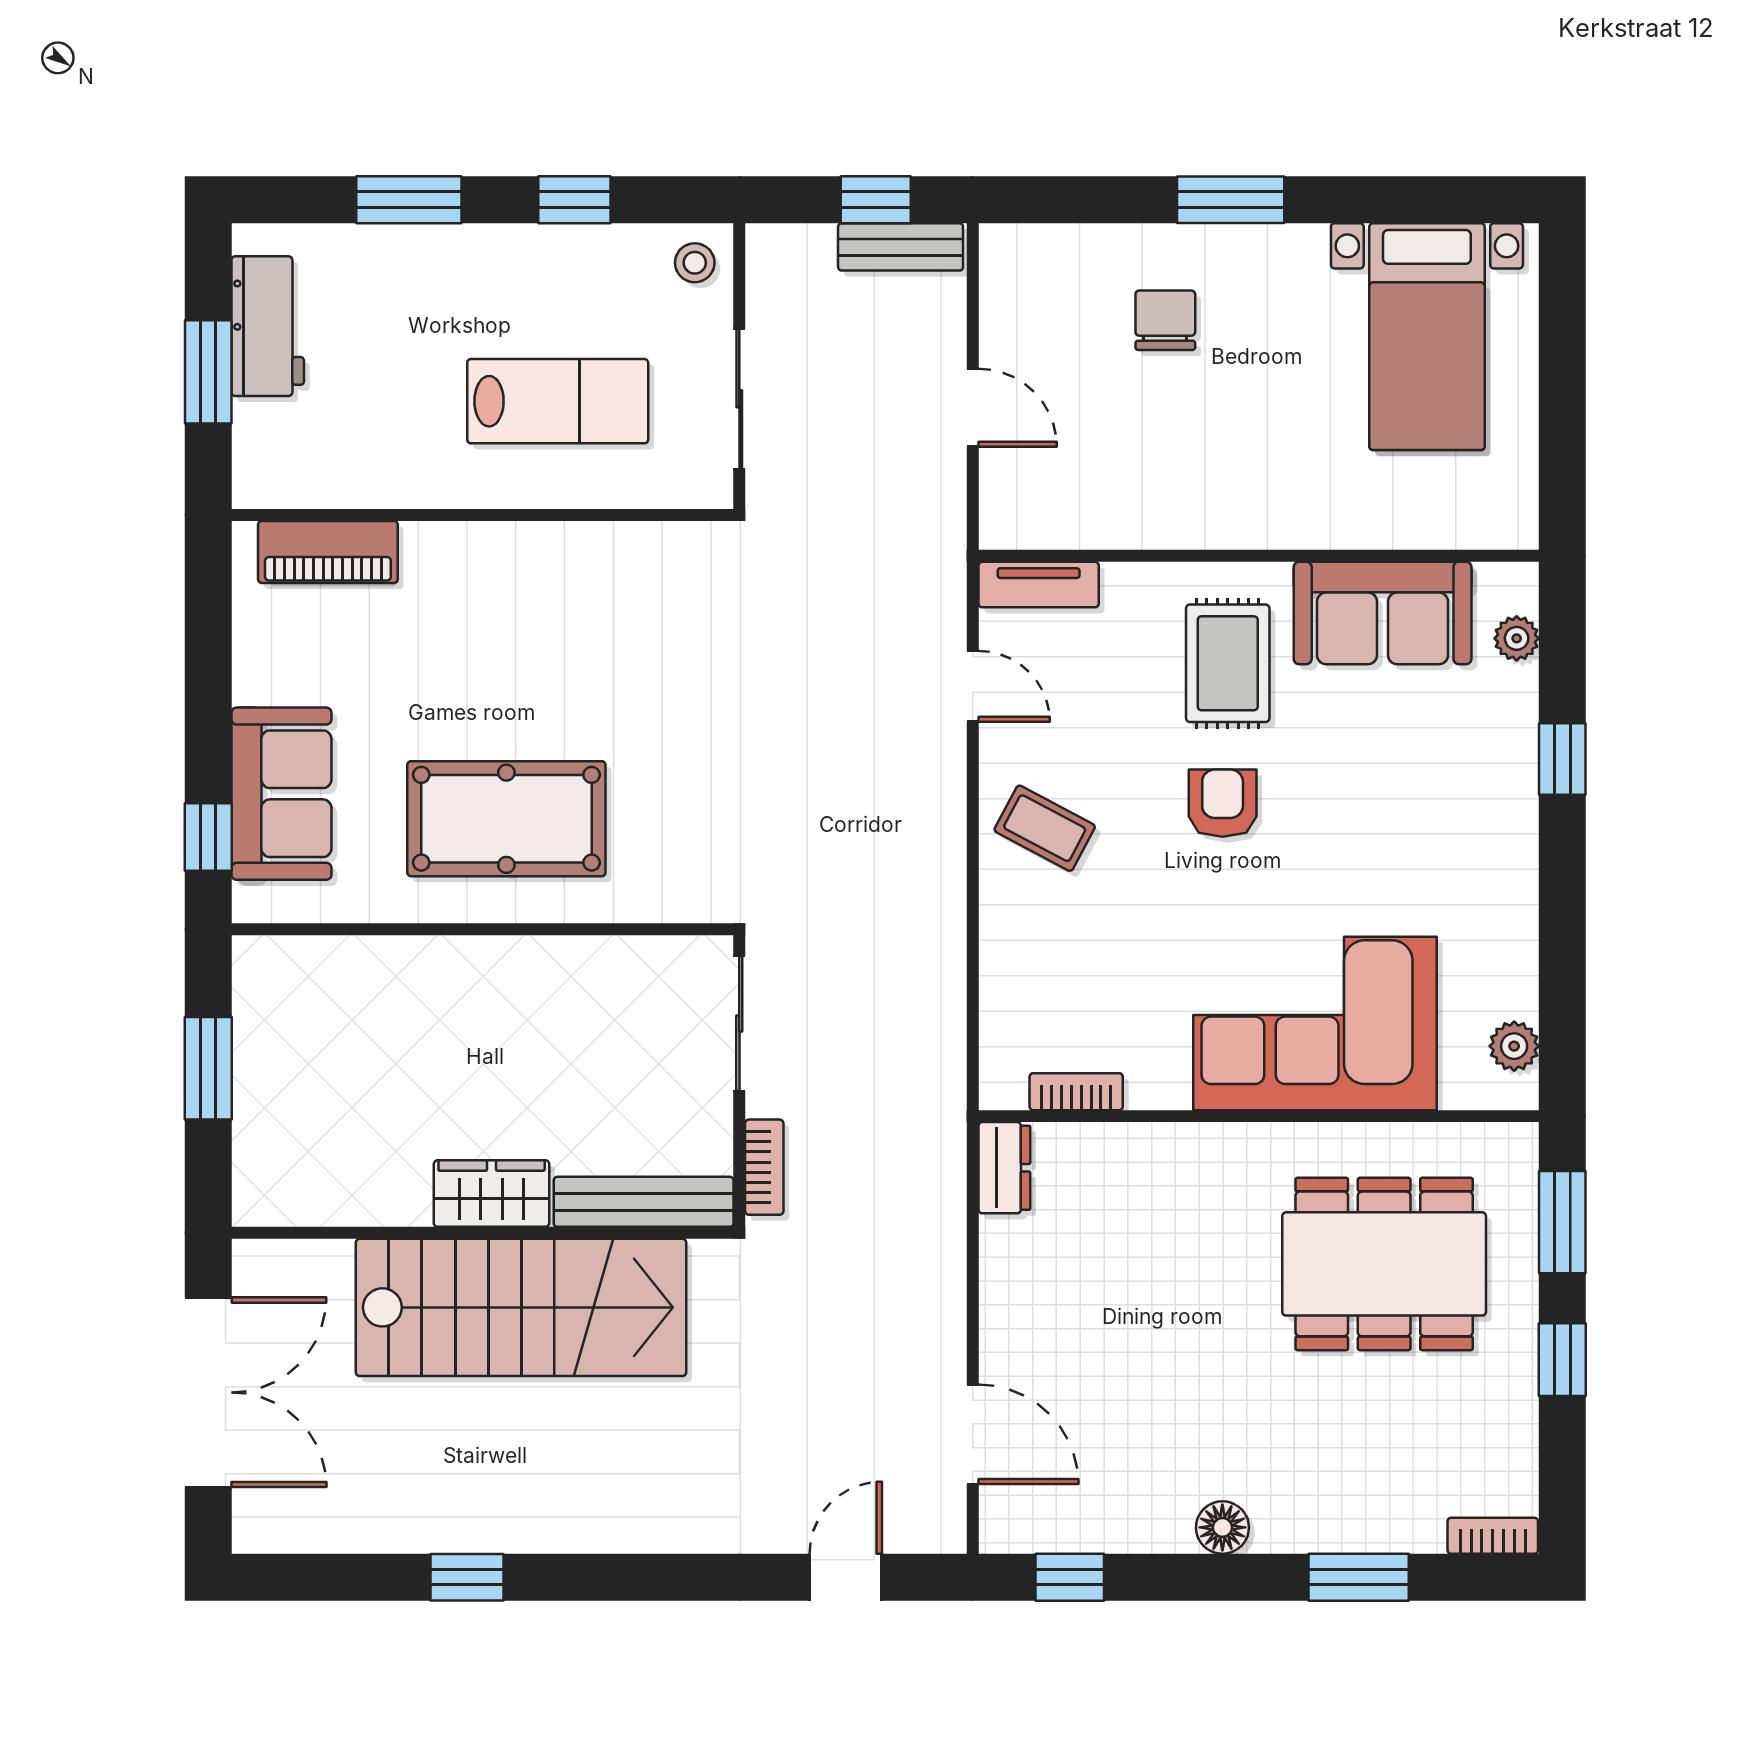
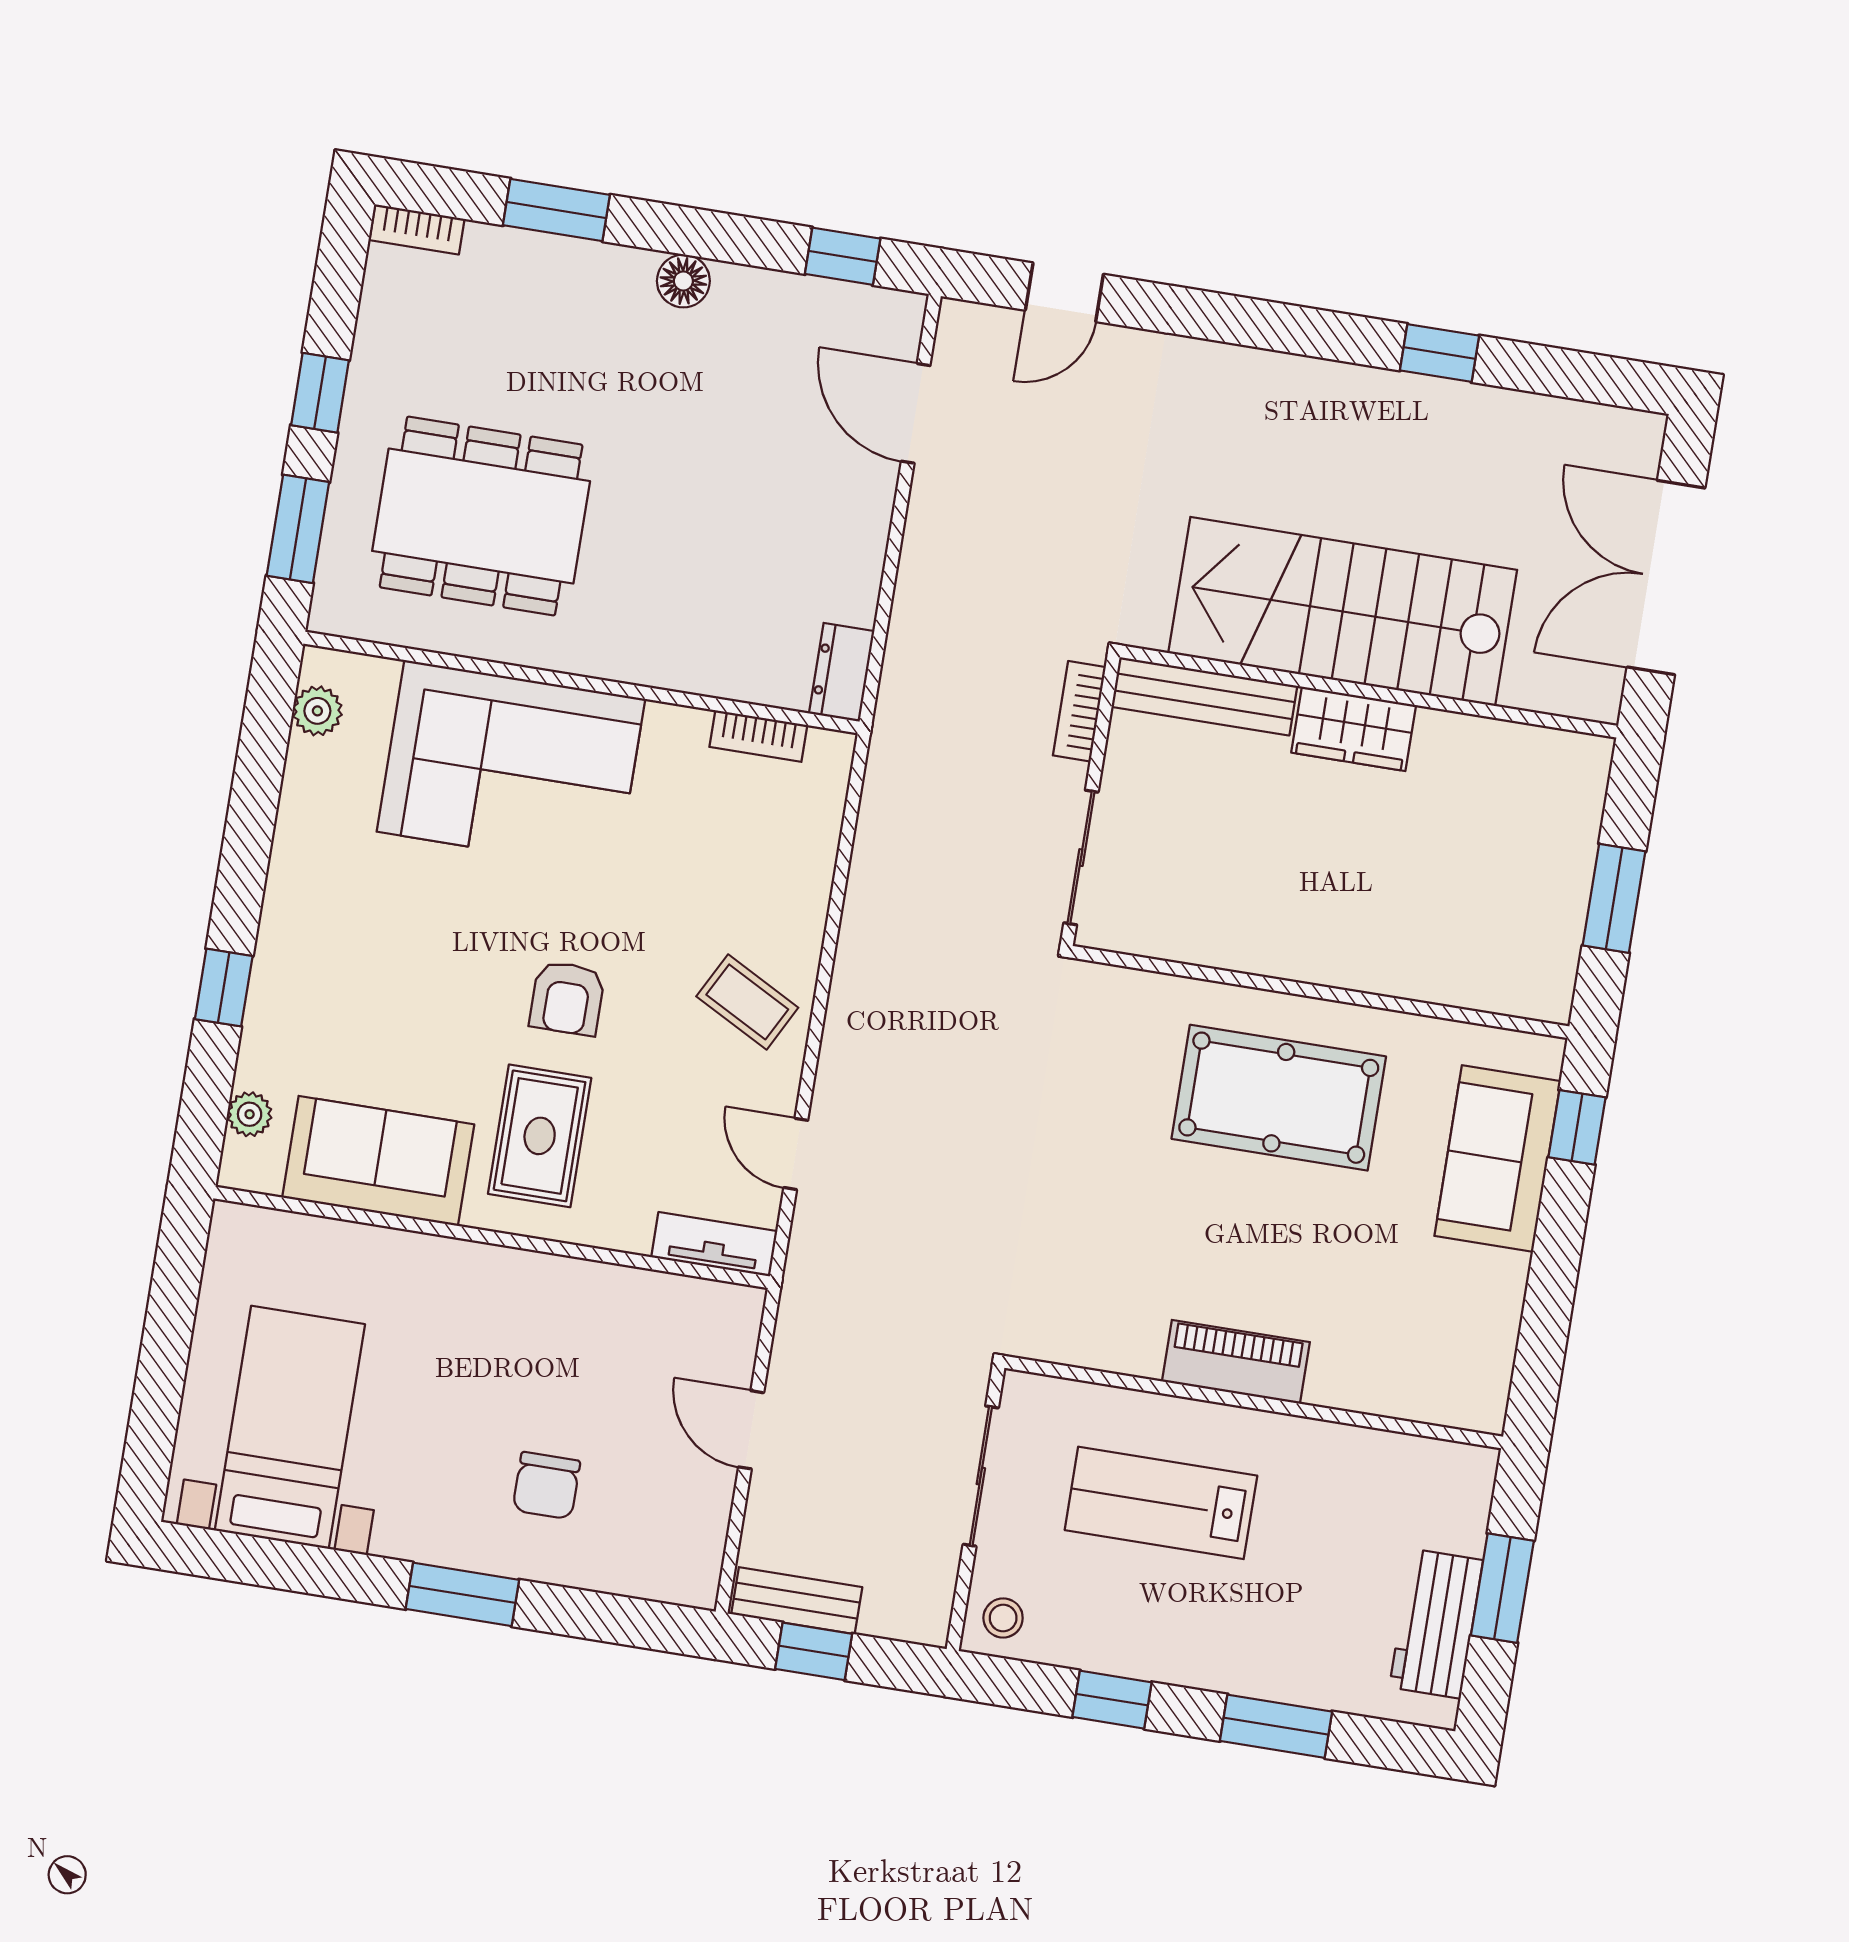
piano: (328, 552) -> (1236, 1362), moved

